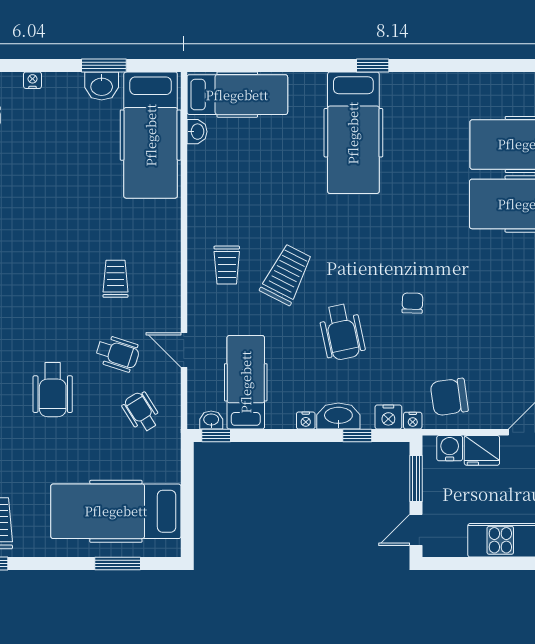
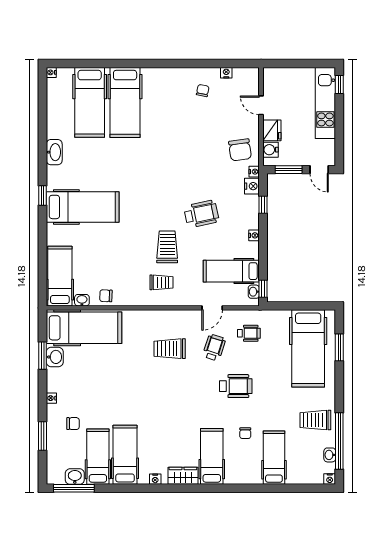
trolley: (286, 275) -> (167, 247), turned 63
trolley: (115, 279) -> (170, 349), width x1.36, depth x1.39
chair: (412, 303) -> (106, 296), moved
wheelchair: (141, 412) -> (249, 333), turned -148
washbasin: (338, 416) -> (54, 152), moved, turned 180

